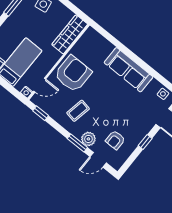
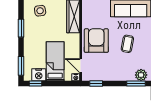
door: (40, 85) -> (81, 66), swing flipped
coffee table: (78, 111) -> (127, 44), moved

